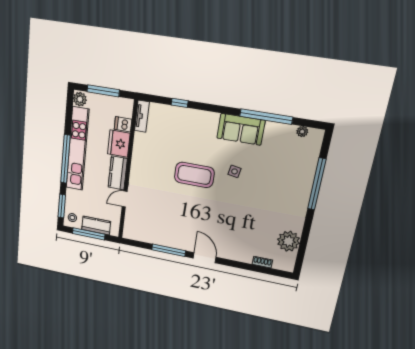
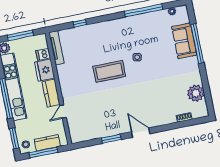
tv unit: (142, 116) -> (56, 48), width x1.41
sofa: (241, 129) -> (184, 41), moved, turned 90
window: (169, 250) -> (111, 139), width x0.69

